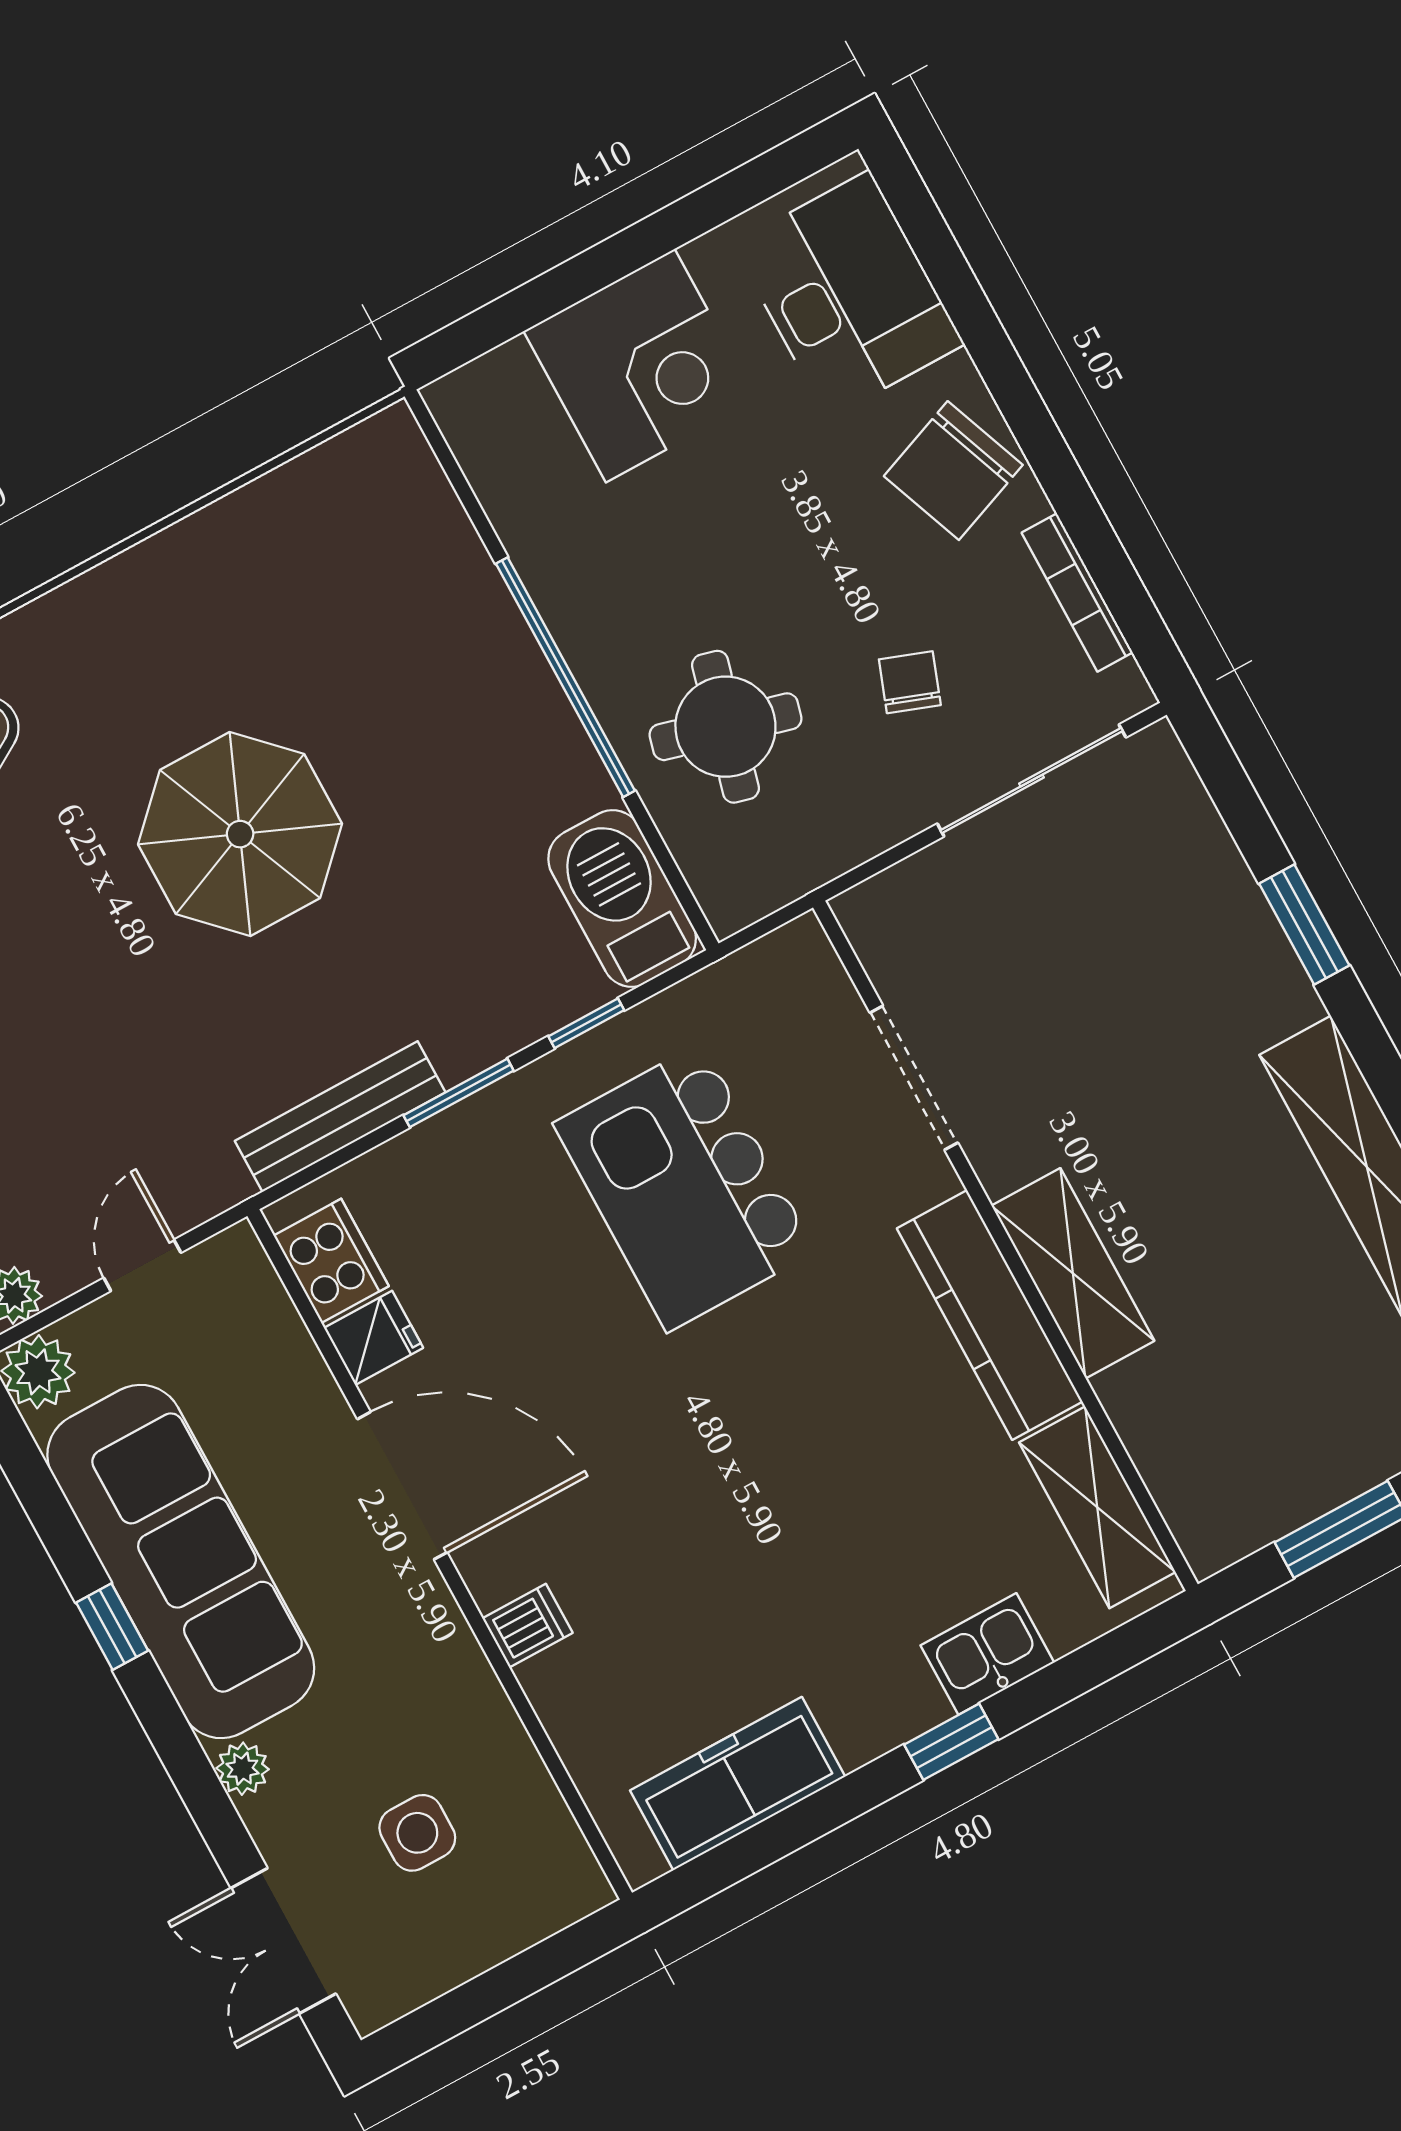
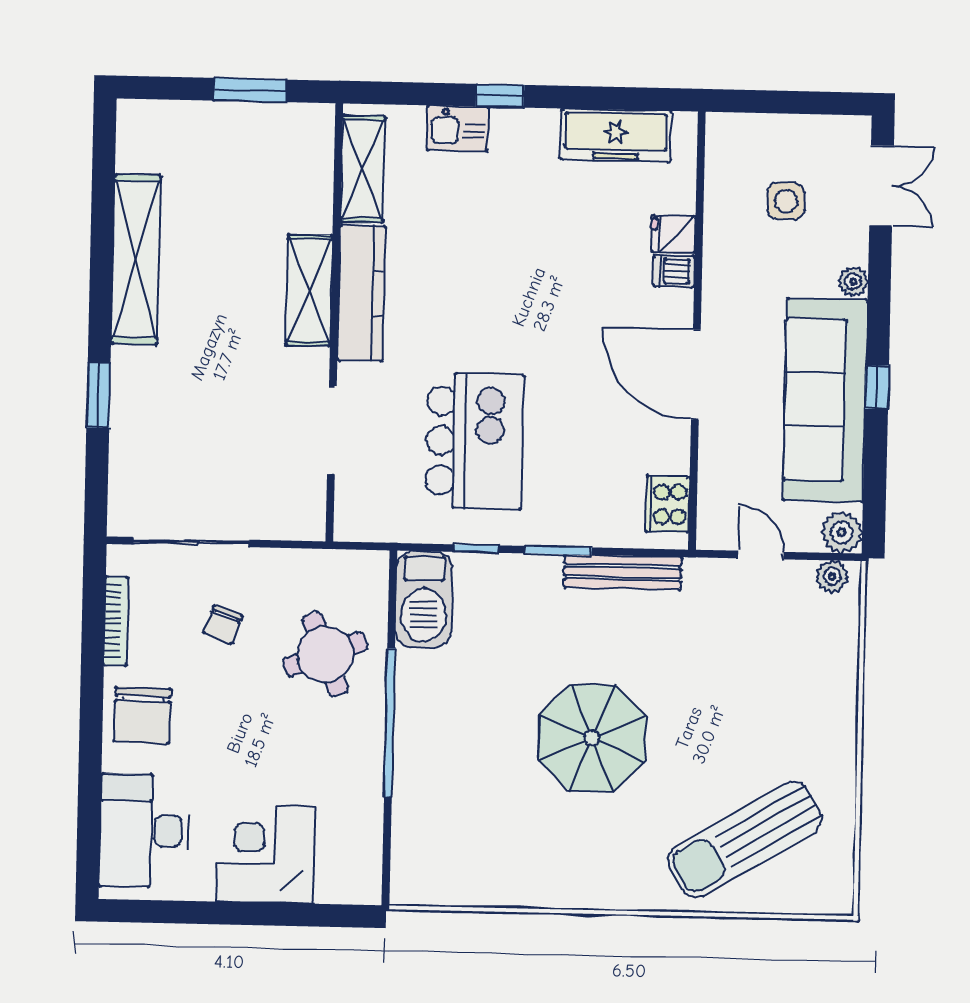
chair: (953, 471) -> (142, 715), turned 112
round table: (725, 727) -> (325, 654), turned -36
door: (142, 1265) -> (761, 555), swing flipped
fridge: (374, 1338) -> (673, 234), moved

